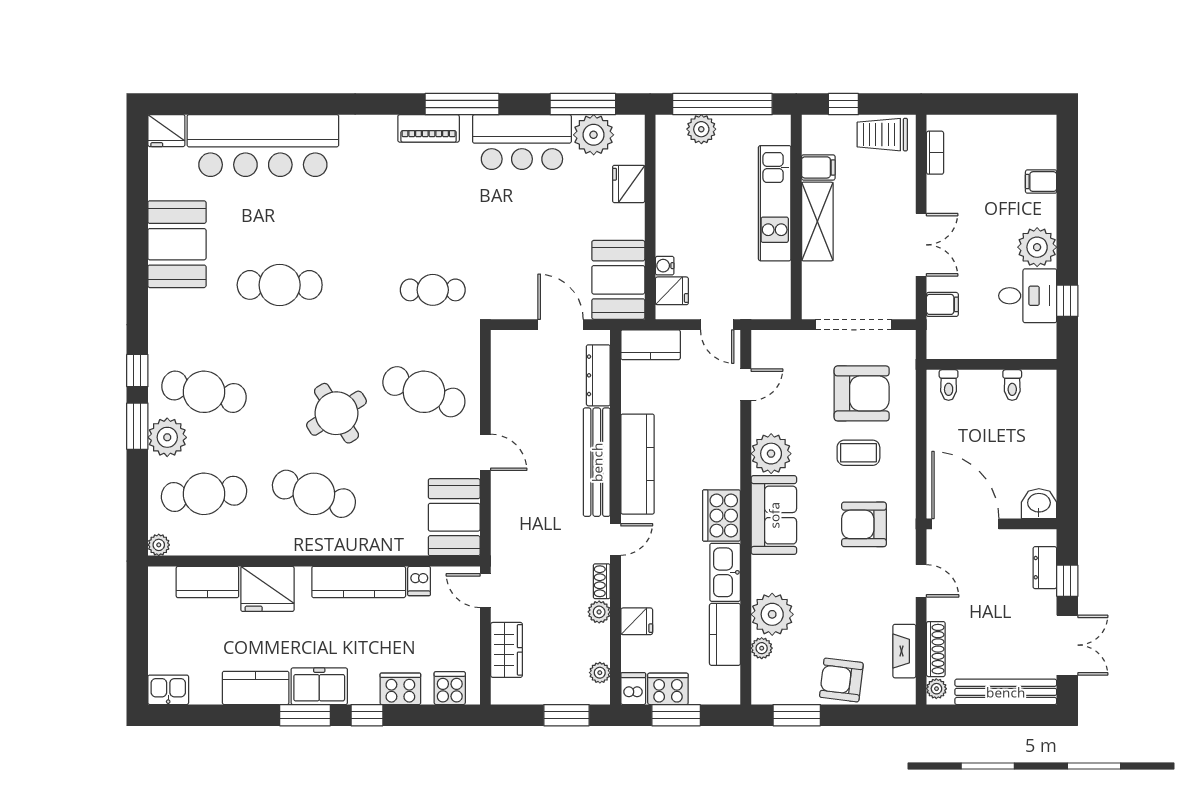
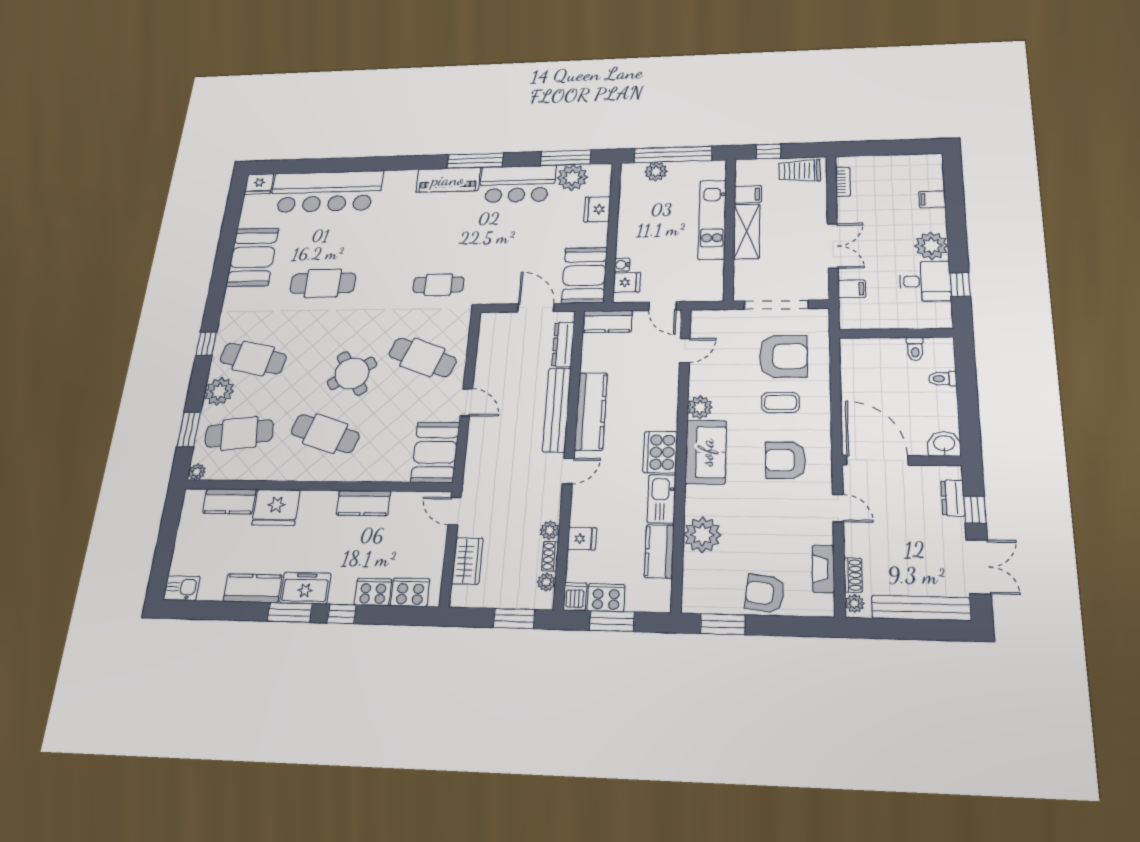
piano: (429, 128) -> (448, 180), width x1.37, depth x1.33
toilet: (949, 385) -> (943, 379), moved, turned 90
window: (137, 426) -> (189, 429), moved
plant: (771, 454) -> (700, 407), width x0.73, depth x0.73
dishwasher: (419, 581) -> (400, 503), removed
shoe rack: (602, 581) -> (550, 556), moved
kitchen counter: (359, 582) -> (363, 503), width x0.67
plant: (762, 648) -> (692, 564), removed
shoe rack: (936, 649) -> (853, 575), width x0.70
cooker: (450, 688) -> (410, 592), width x1.36

